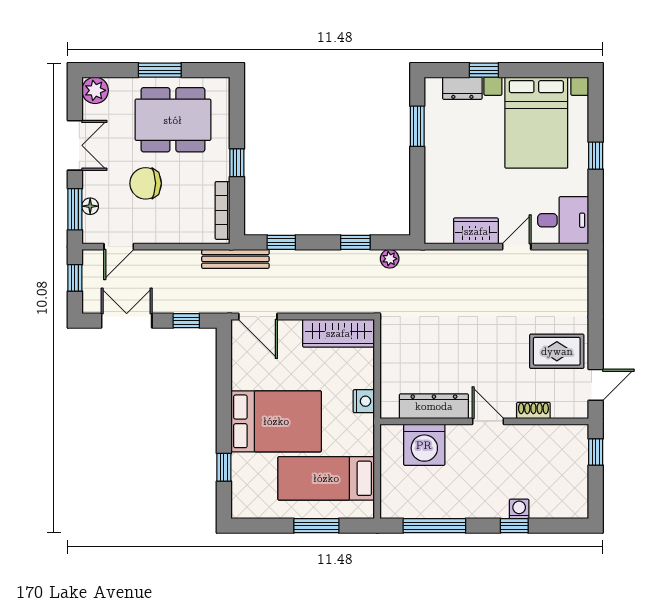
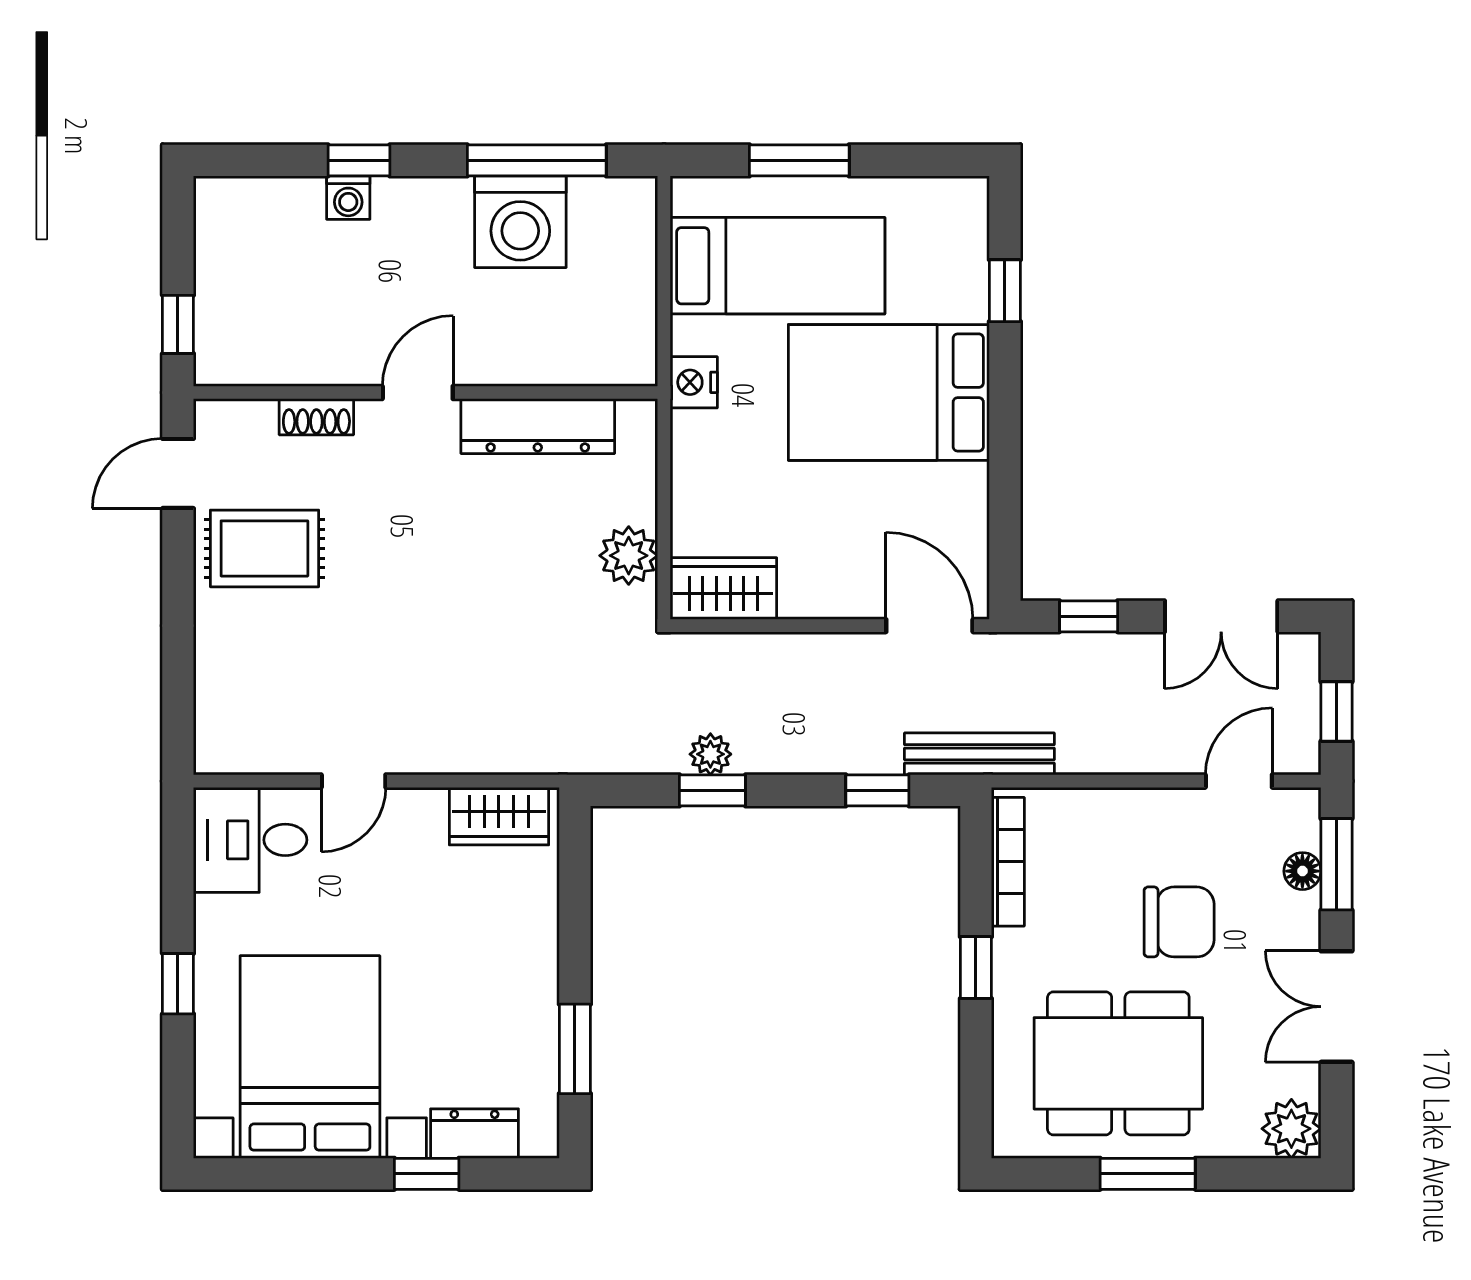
wardrobe: (476, 231) -> (499, 816), moved
plant: (390, 259) -> (710, 754), moved
wardrobe: (338, 333) -> (723, 589), width x0.67
plant: (393, 348) -> (629, 556), added
nightstand: (364, 401) -> (694, 382), moved
door: (488, 421) -> (418, 392), swing flipped
washing machine: (424, 445) -> (520, 222), moved, turned 180

